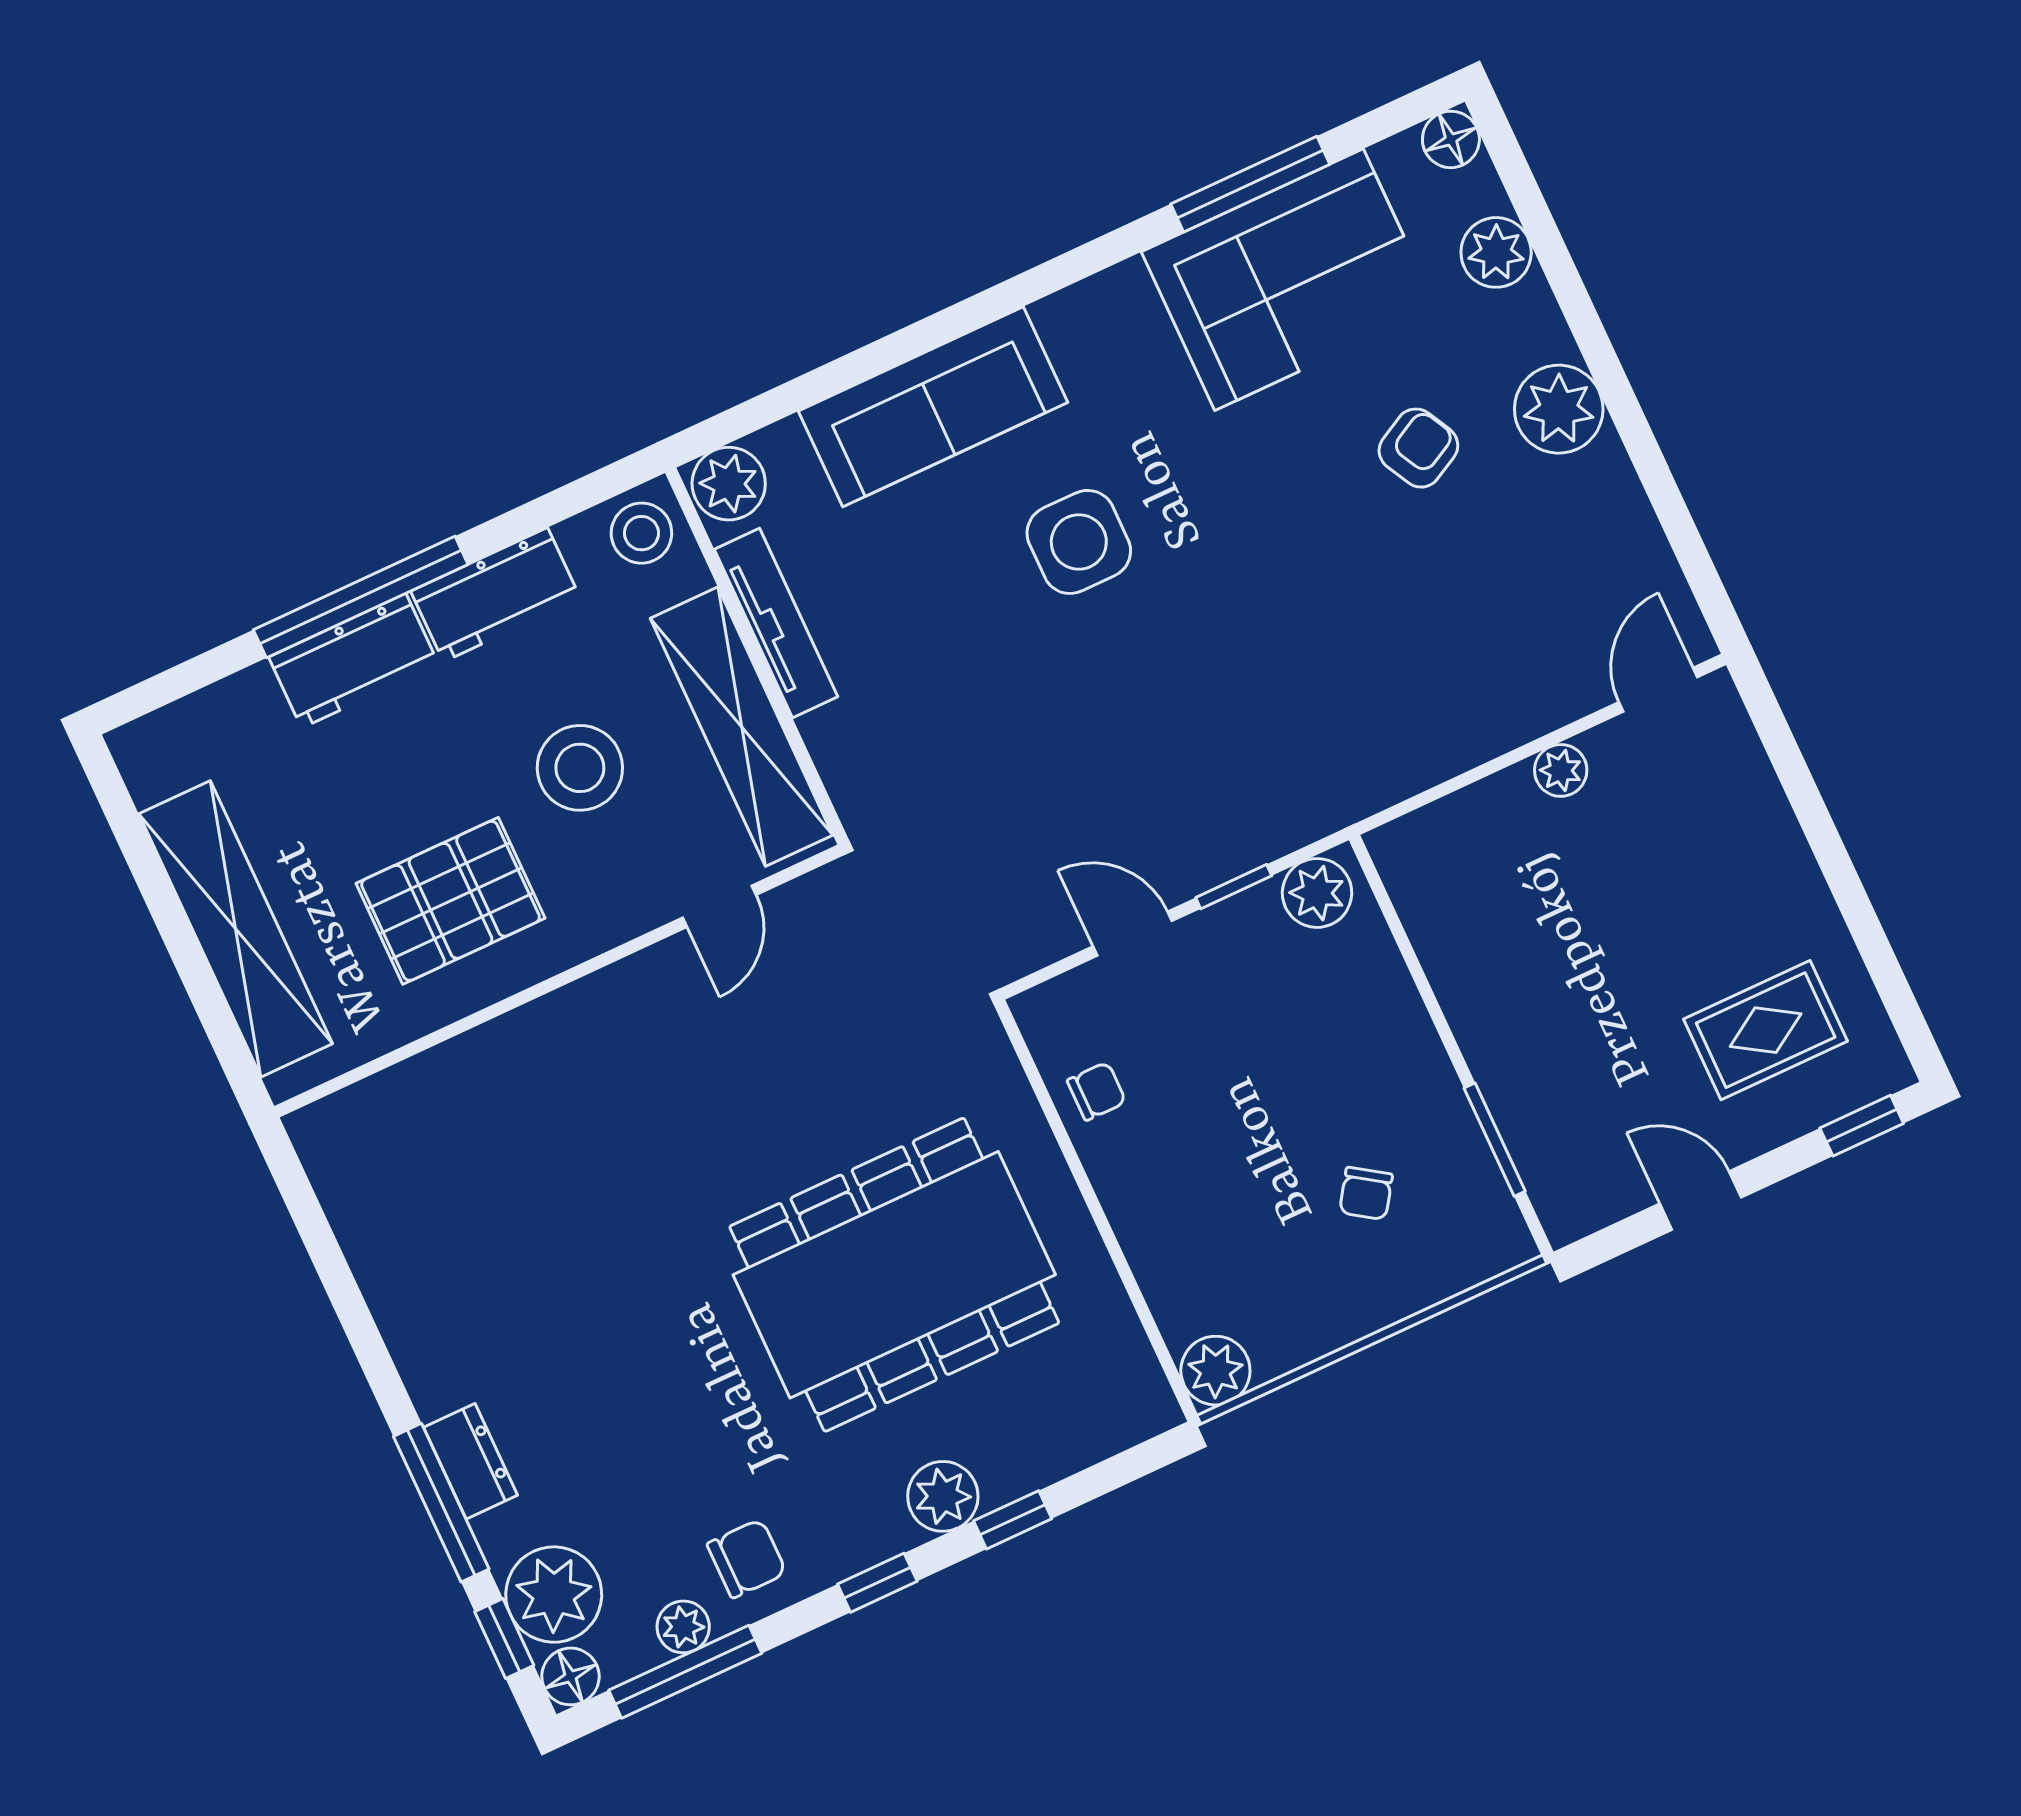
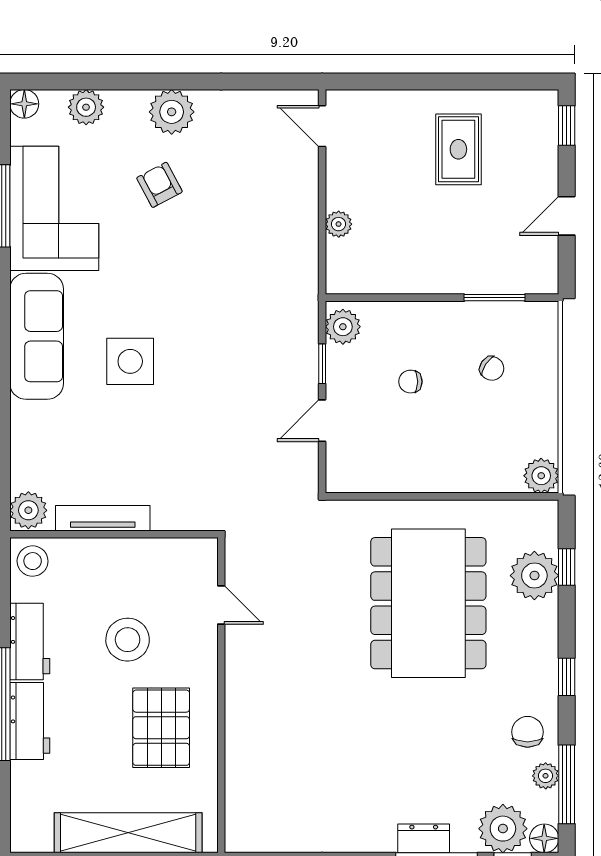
sofa: (933, 407) -> (37, 336), moved
shelving: (742, 727) -> (143, 556), removed
plant: (1561, 770) -> (339, 224), moved
rug: (1766, 1030) -> (458, 149), moved
chair: (1097, 1091) -> (410, 382), moved, turned -90
plant: (943, 1496) -> (534, 576), moved, width x1.36, depth x1.36
window: (1013, 1520) -> (567, 567), moved

